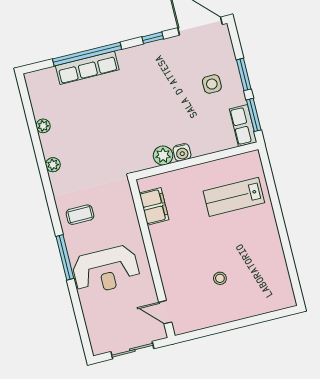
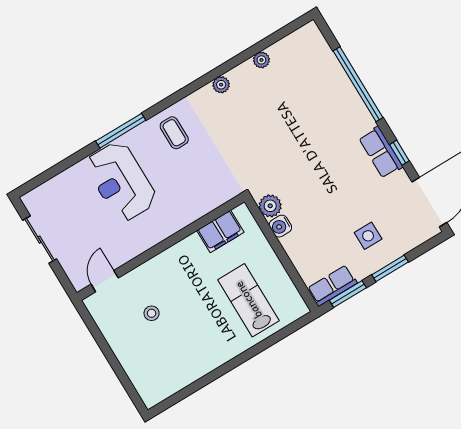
row of seats: (87, 68) -> (381, 152), moved, width x0.68
filing cabinet: (154, 206) -> (220, 231), moved
wall: (152, 259) -> (161, 247), moved
door: (165, 312) -> (105, 281), moved

